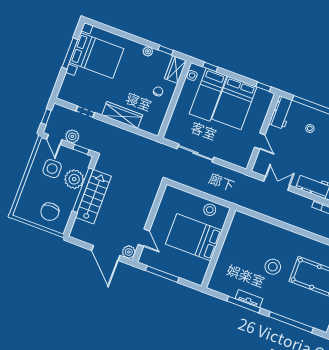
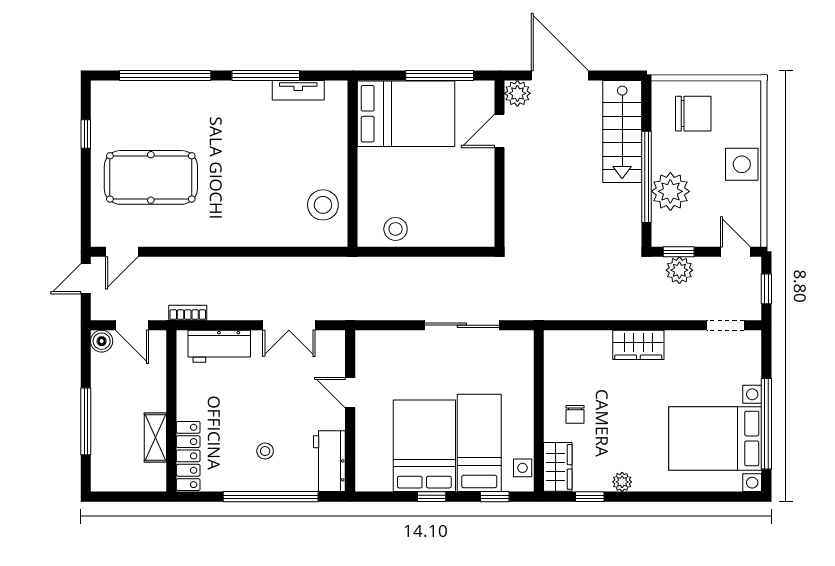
window: (70, 53) -> (766, 424), width x1.46
window: (263, 87) -> (432, 497), moved
doorway: (85, 112) -> (725, 325), moved
wardrobe: (122, 115) -> (638, 345), width x0.67
plant: (72, 136) -> (679, 270), moved
side table: (52, 169) -> (742, 164), moved
stairs: (93, 197) -> (622, 132), moved
chair: (50, 212) -> (693, 114), turned 90
bed: (194, 237) -> (406, 114), moved
door: (144, 238) -> (499, 131), hinge flipped
stool: (273, 267) -> (323, 205), moved
tv unit: (249, 299) -> (298, 90), moved

